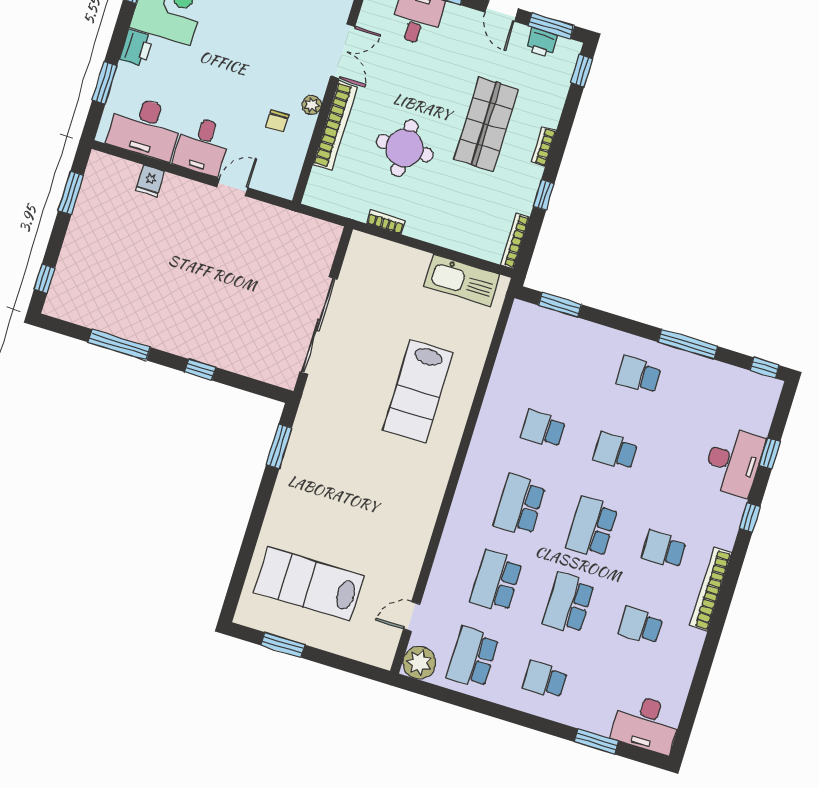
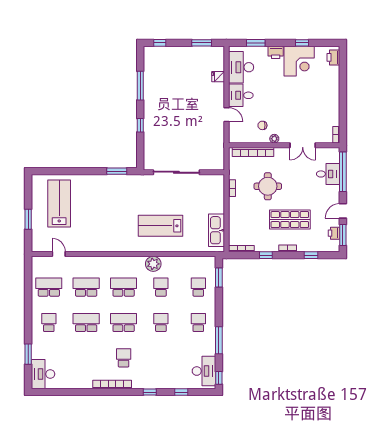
window: (582, 71) -> (311, 255), moved
bookcase: (335, 126) -> (253, 152), moved
desk: (734, 462) -> (204, 371), moved, turned -90
school desk: (640, 626) -> (198, 287), moved
window: (283, 645) -> (28, 219), moved
plant: (419, 663) -> (153, 264), moved

